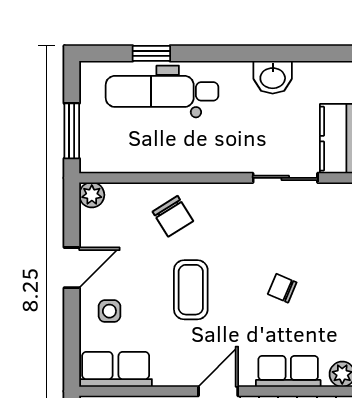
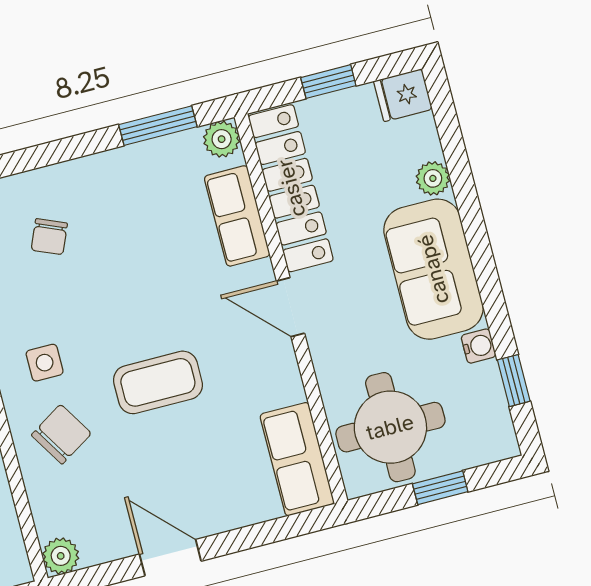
chair: (282, 288) -> (49, 237), moved
side table: (109, 311) -> (45, 363), moved

